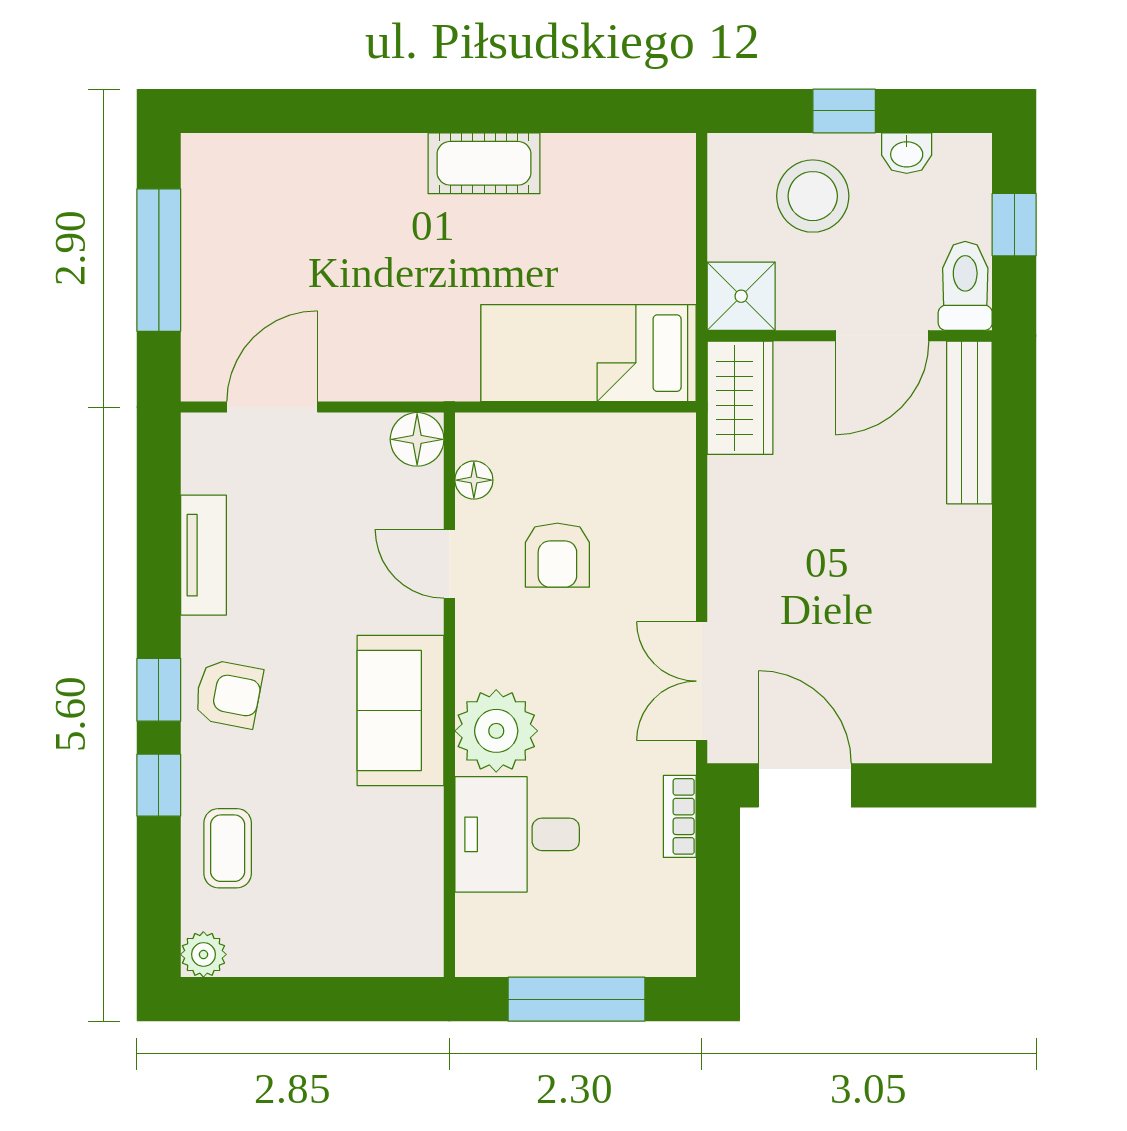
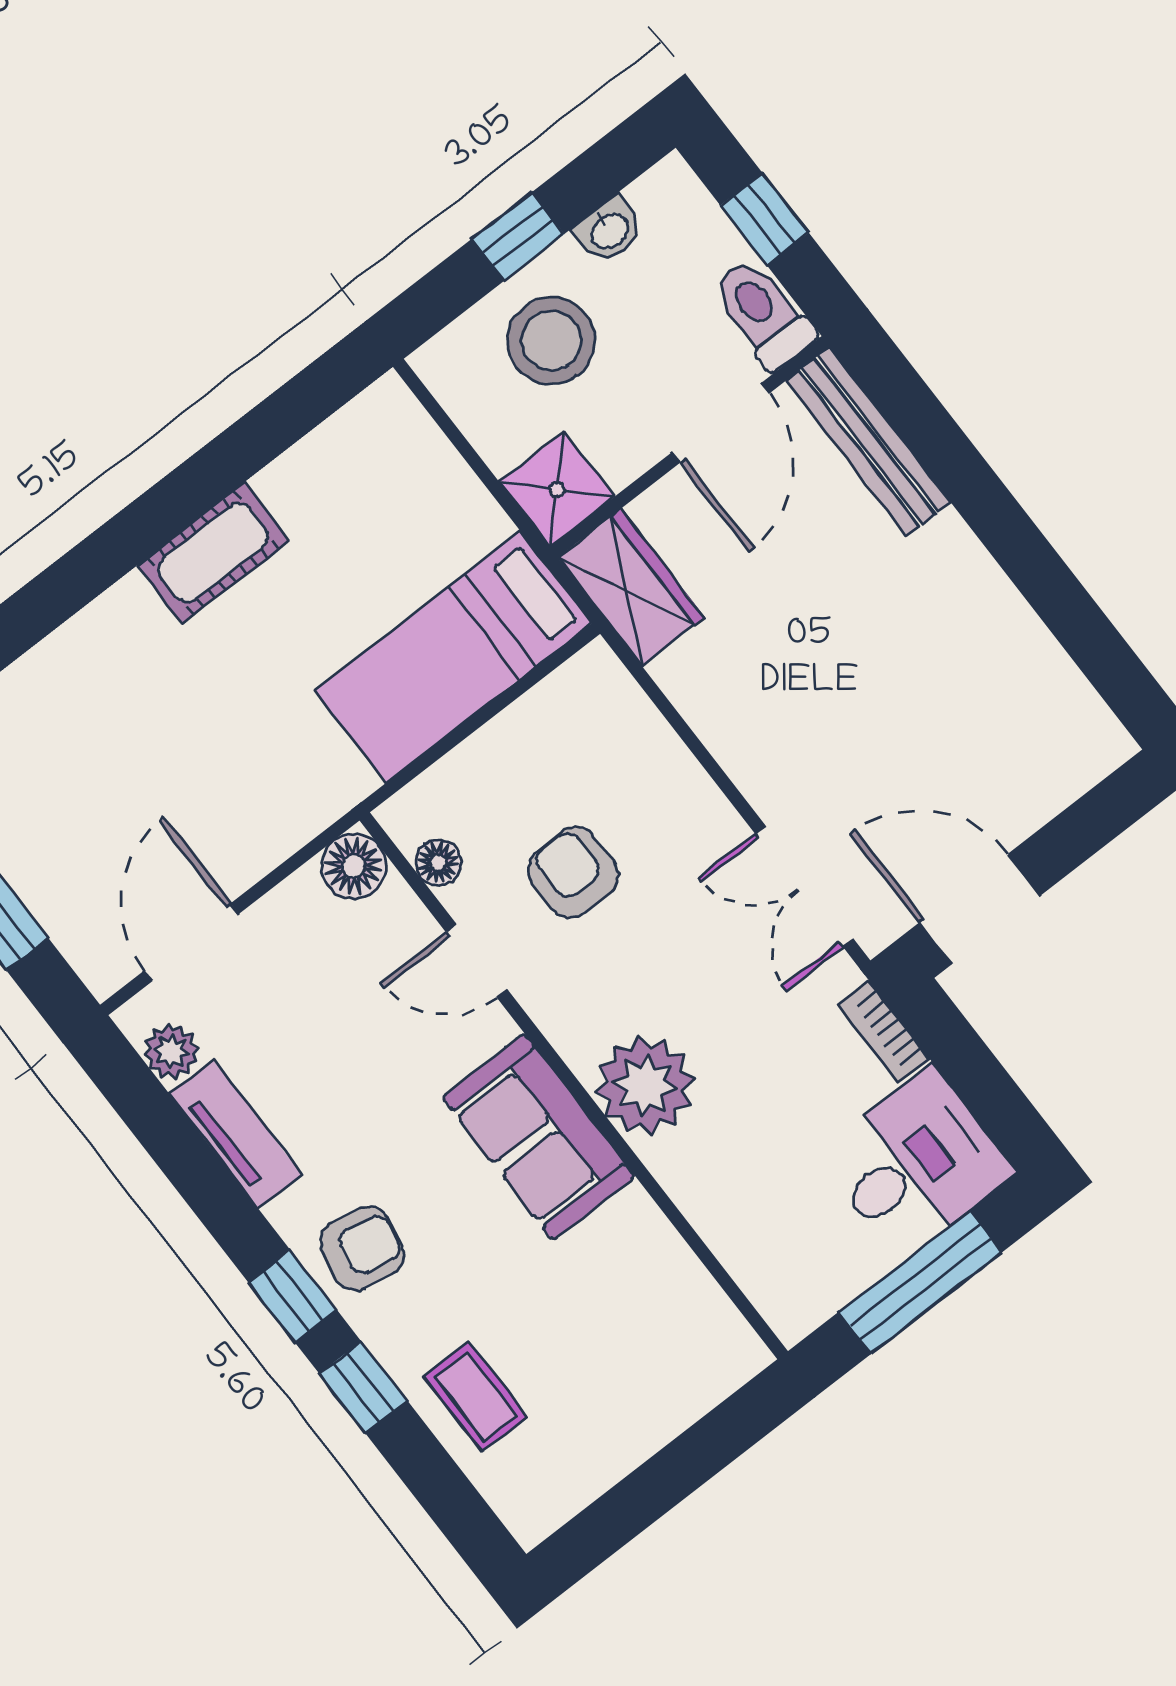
armchair: (557, 555) -> (573, 872), turned 180
desk: (517, 834) -> (916, 1164), moved, turned 180
plant: (203, 954) -> (171, 1051), moved

